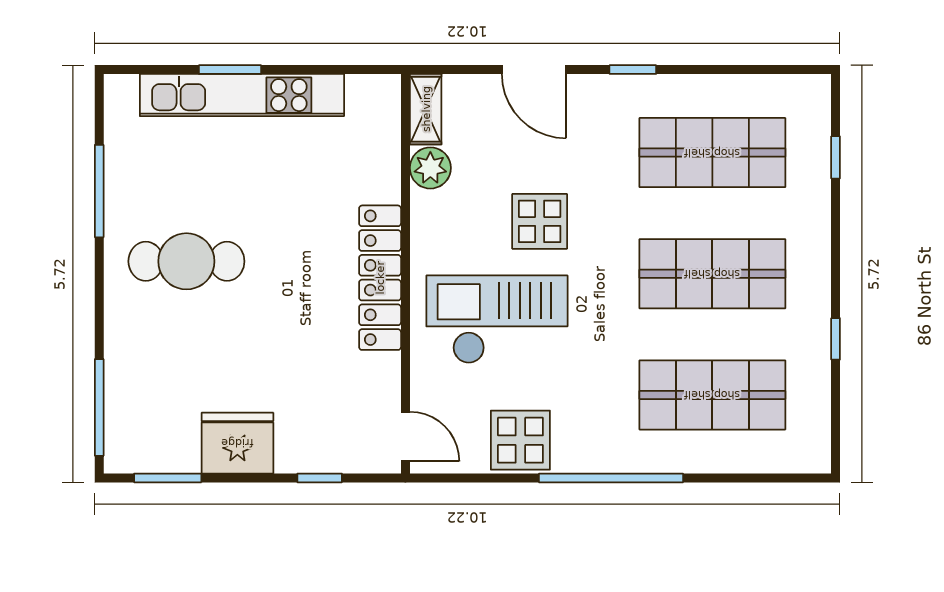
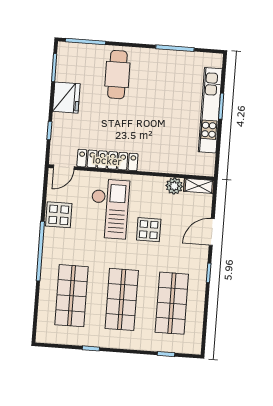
cafe table: (186, 261) -> (117, 75), moved
locker: (380, 278) -> (107, 160), moved

